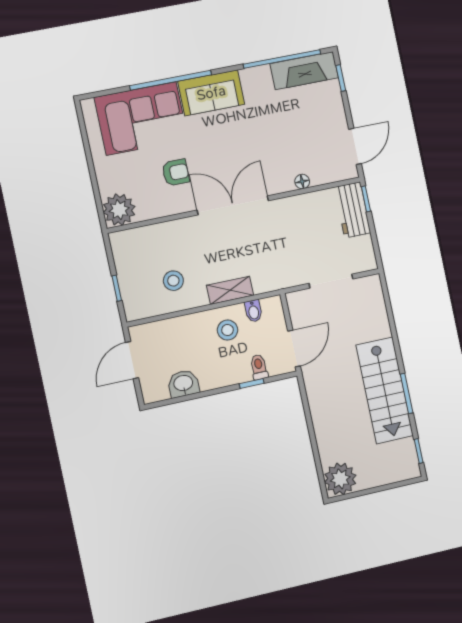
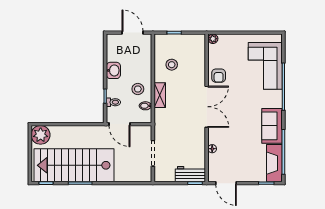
sofa: (211, 93) -> (272, 126), moved
armchair: (176, 172) -> (219, 76), moved
plant: (119, 210) -> (213, 39), width x0.53, depth x0.53
washbasin: (183, 384) -> (113, 70), moved
stairs: (385, 390) -> (74, 165), width x1.36, depth x1.51

